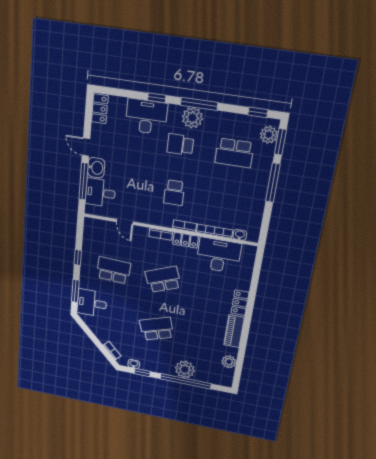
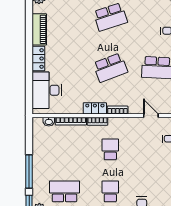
school desk: (180, 145) -> (110, 191), turned -90
desk: (219, 255) -> (47, 90), moved, turned 90

